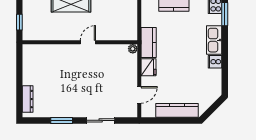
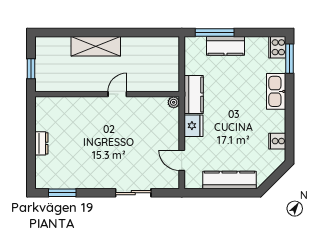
cooker: (215, 62) -> (277, 141), moved
door: (139, 95) -> (182, 160), swing flipped
dresser: (28, 99) -> (41, 143), moved, width x0.70
window: (62, 120) -> (62, 193), moved

